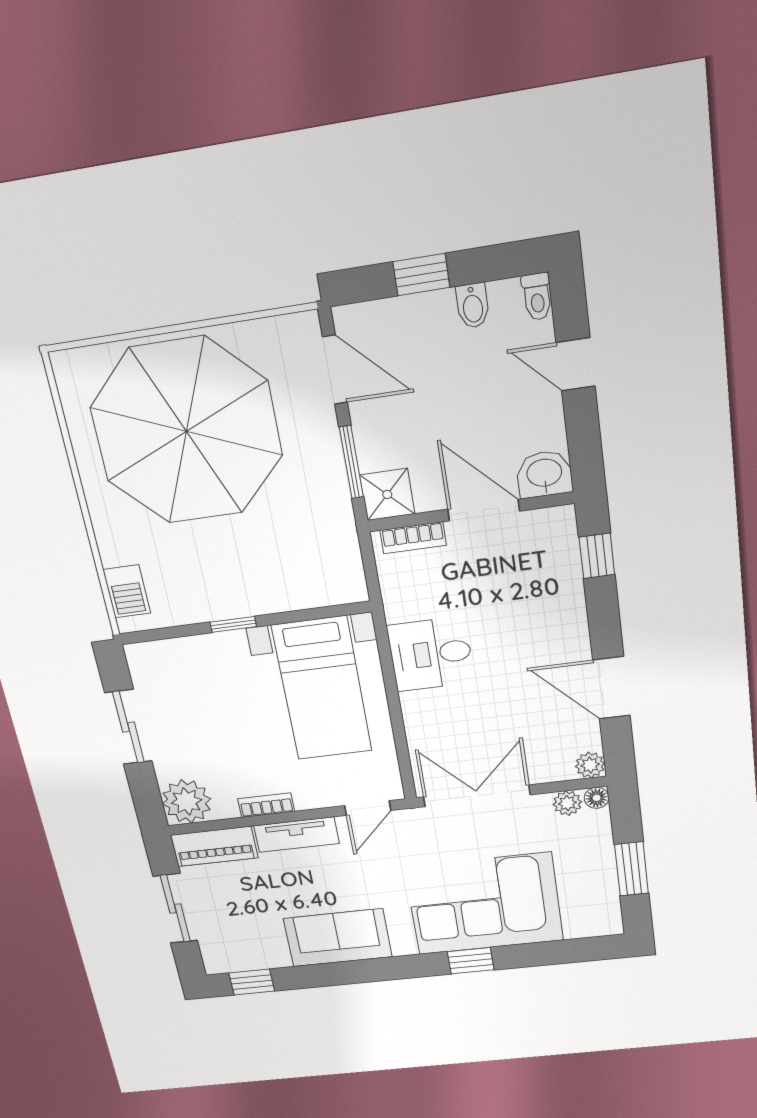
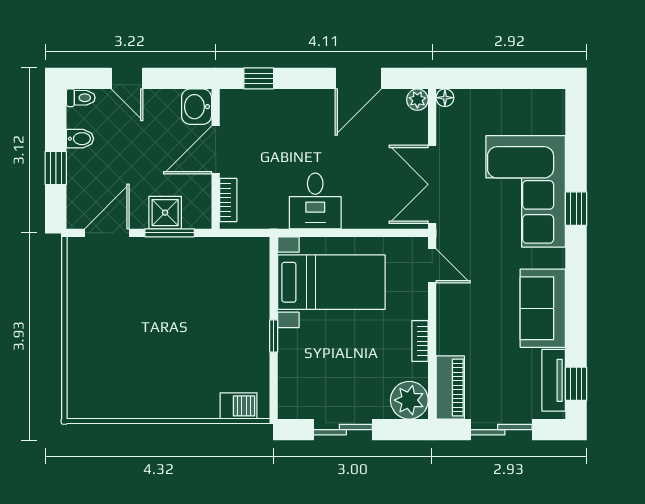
door: (576, 364) -> (127, 78), hinge flipped
parasol: (186, 431) -> (132, 339), removed
shower: (387, 494) -> (165, 213), moved
plant: (567, 803) -> (447, 119), removed
tv unit: (296, 835) -> (554, 380), moved, turned 180
window: (632, 869) -> (508, 78), removed

